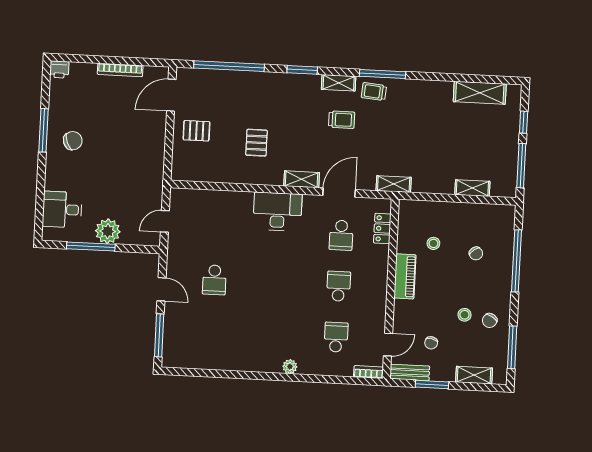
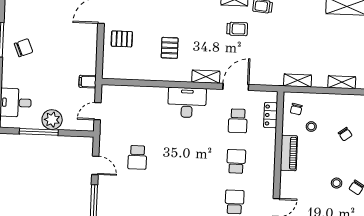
filing cabinet: (153, 184) -> (88, 82), added
shelving: (394, 184) -> (298, 80), moved
chair: (431, 343) -> (296, 109), moved

